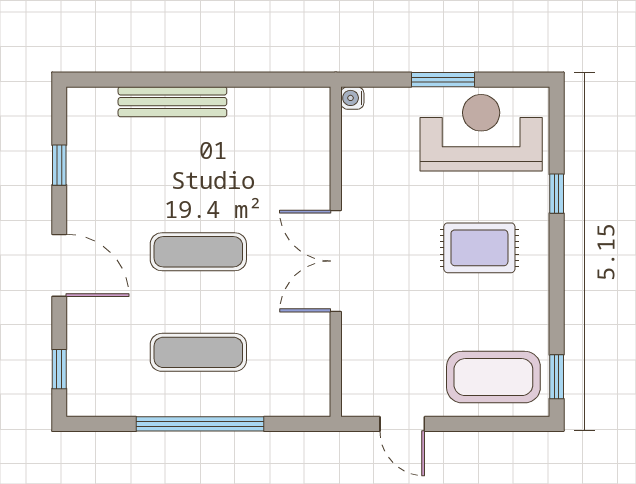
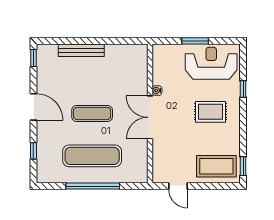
water cooler: (352, 98) -> (157, 91), moved
window: (59, 165) -> (33, 58), moved
door: (59, 265) -> (33, 107), moved
exercise mat: (198, 352) -> (92, 156), width x1.36, depth x1.45
window: (59, 369) -> (33, 151), moved

